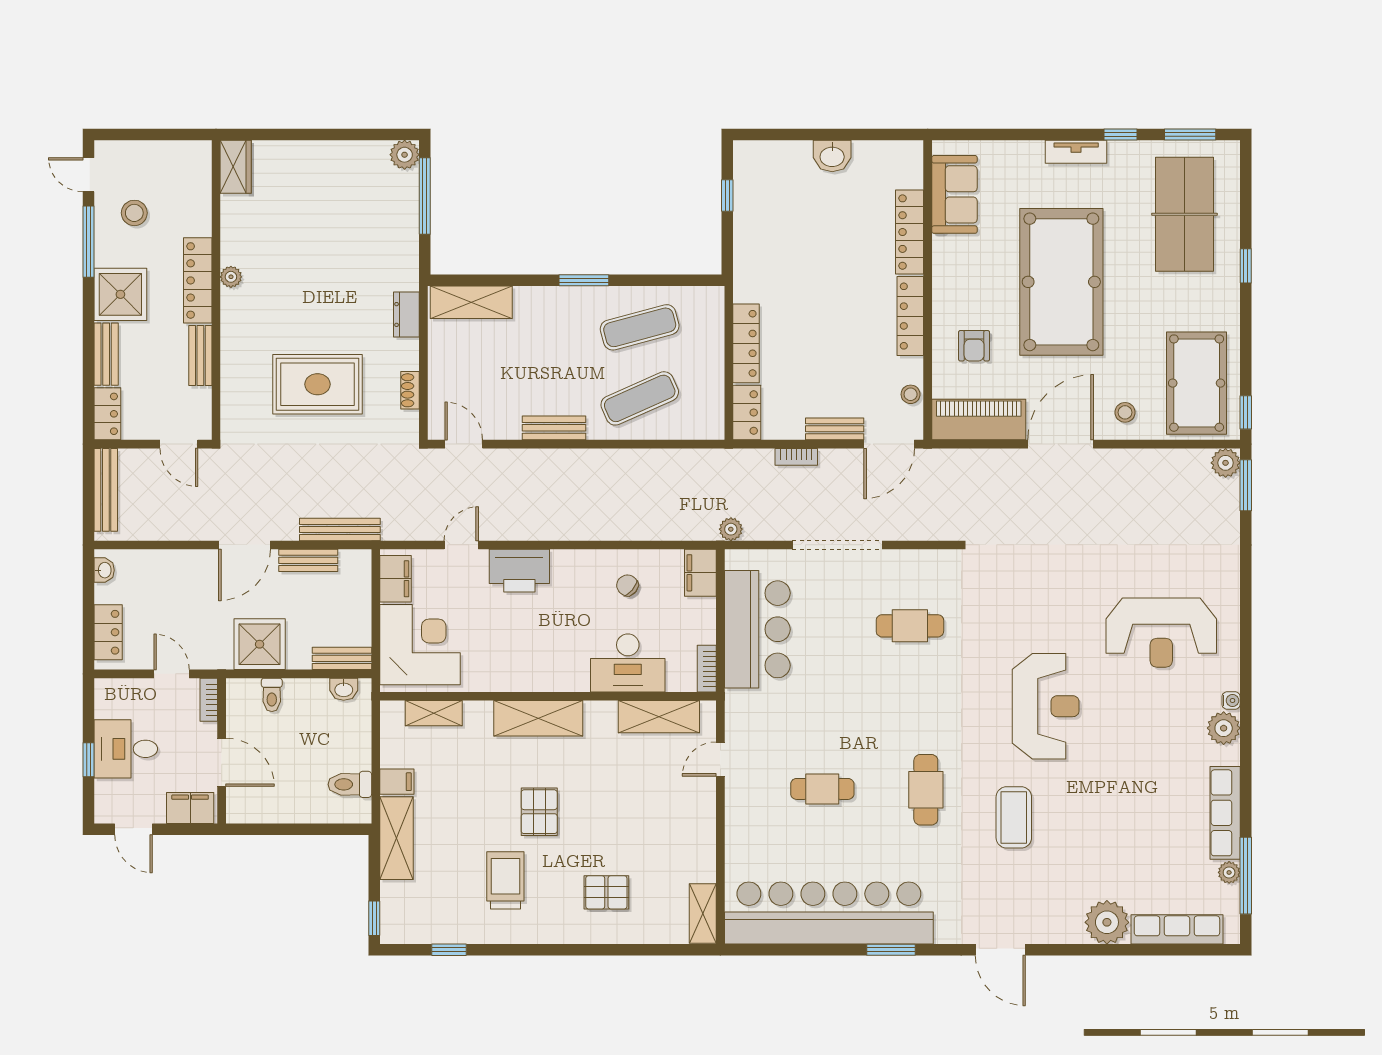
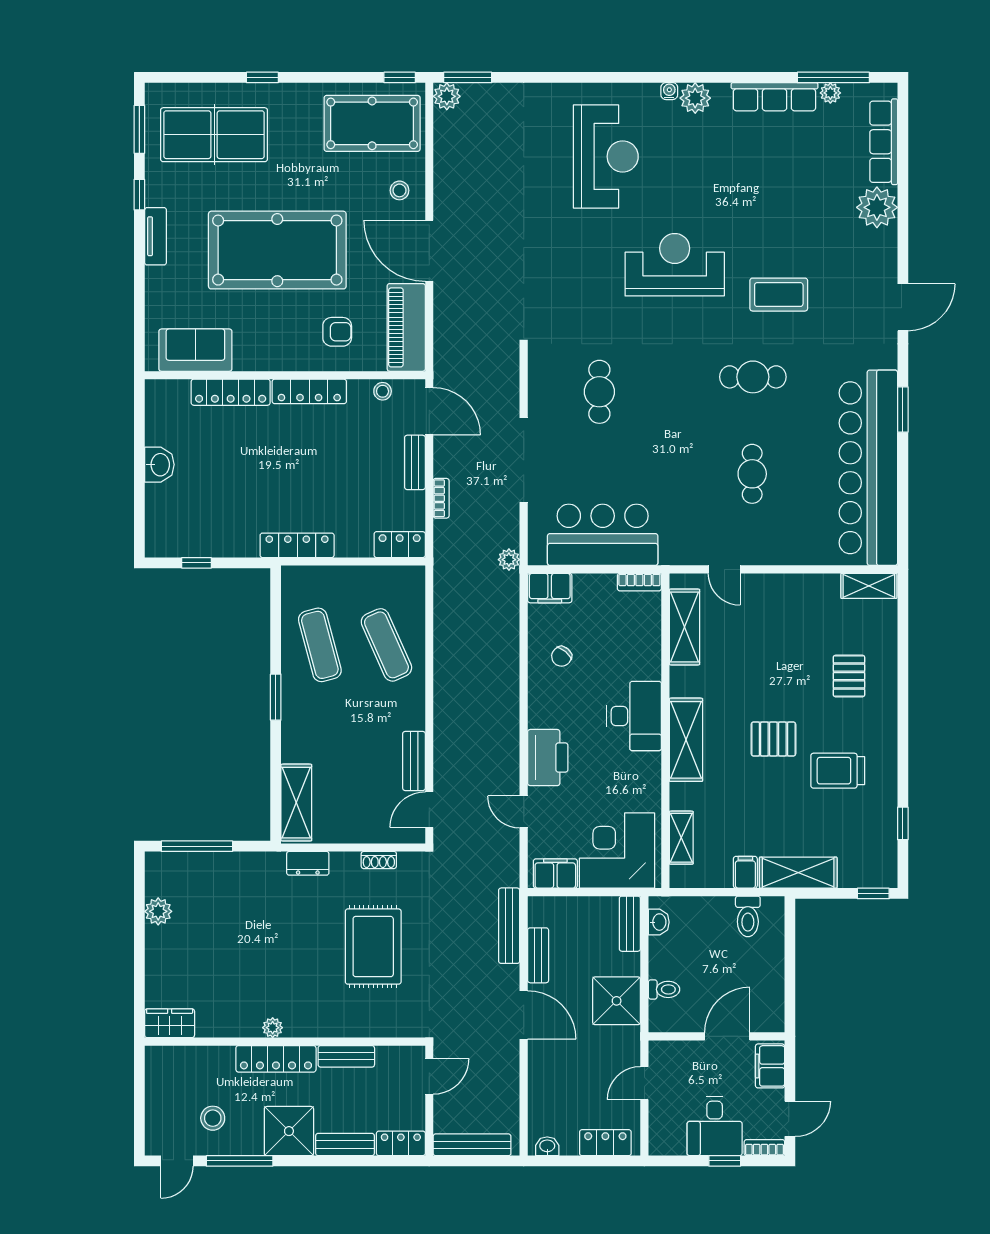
plant: (405, 155) -> (158, 911), moved
locker: (746, 343) -> (297, 545), moved
bench: (554, 428) -> (414, 761), moved
desk: (628, 663) -> (634, 716), moved
bookcase: (209, 700) -> (764, 1148), moved, turned 180

